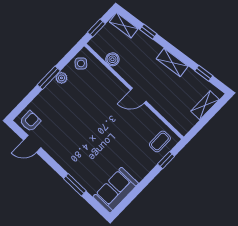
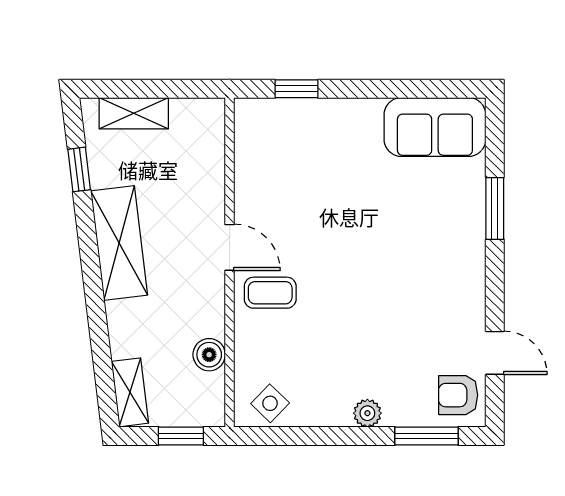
window: (148, 32) -> (100, 338), removed
shelving: (172, 63) -> (119, 243), width x1.50, depth x1.33
window: (49, 78) -> (427, 436), moved
plant: (61, 78) -> (367, 413), moved
coffee table: (160, 141) -> (270, 293), moved

